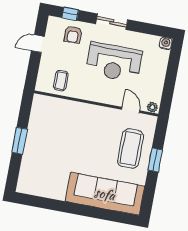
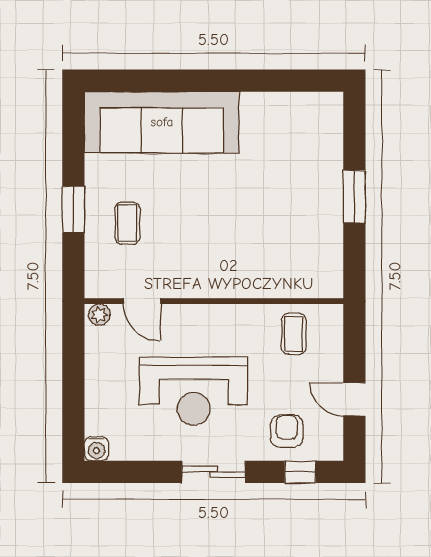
door: (38, 44) -> (354, 399), swing flipped
reception desk: (114, 62) -> (194, 391), turned 180
coffee table: (131, 149) -> (127, 223), width x0.54, depth x0.58

